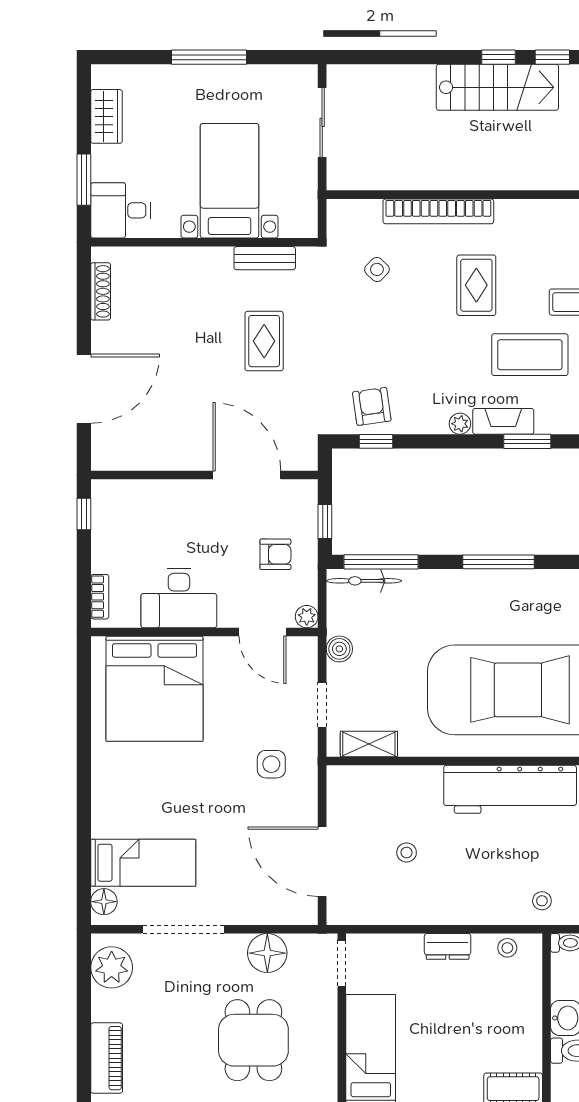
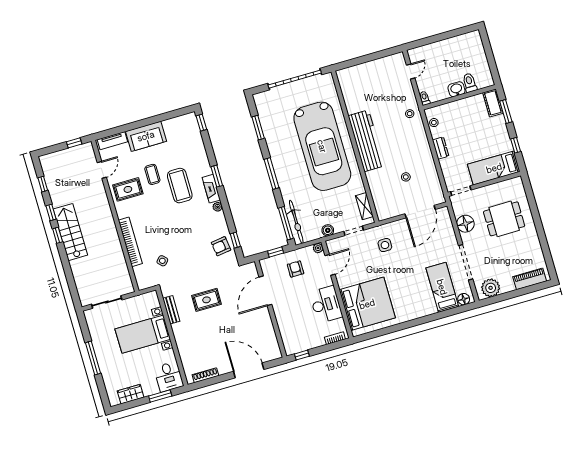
rug: (476, 285) -> (128, 189), moved
bicycle: (364, 581) -> (296, 222), width x1.37, depth x1.40

